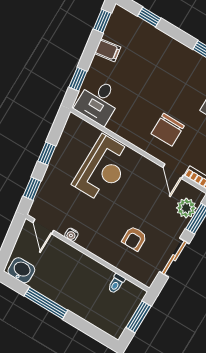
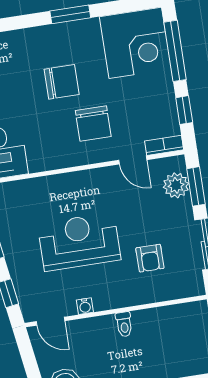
chair: (170, 89) -> (62, 82), added
reception desk: (103, 169) -> (79, 242), moved, turned -90
toilet: (116, 284) -> (124, 324), moved

